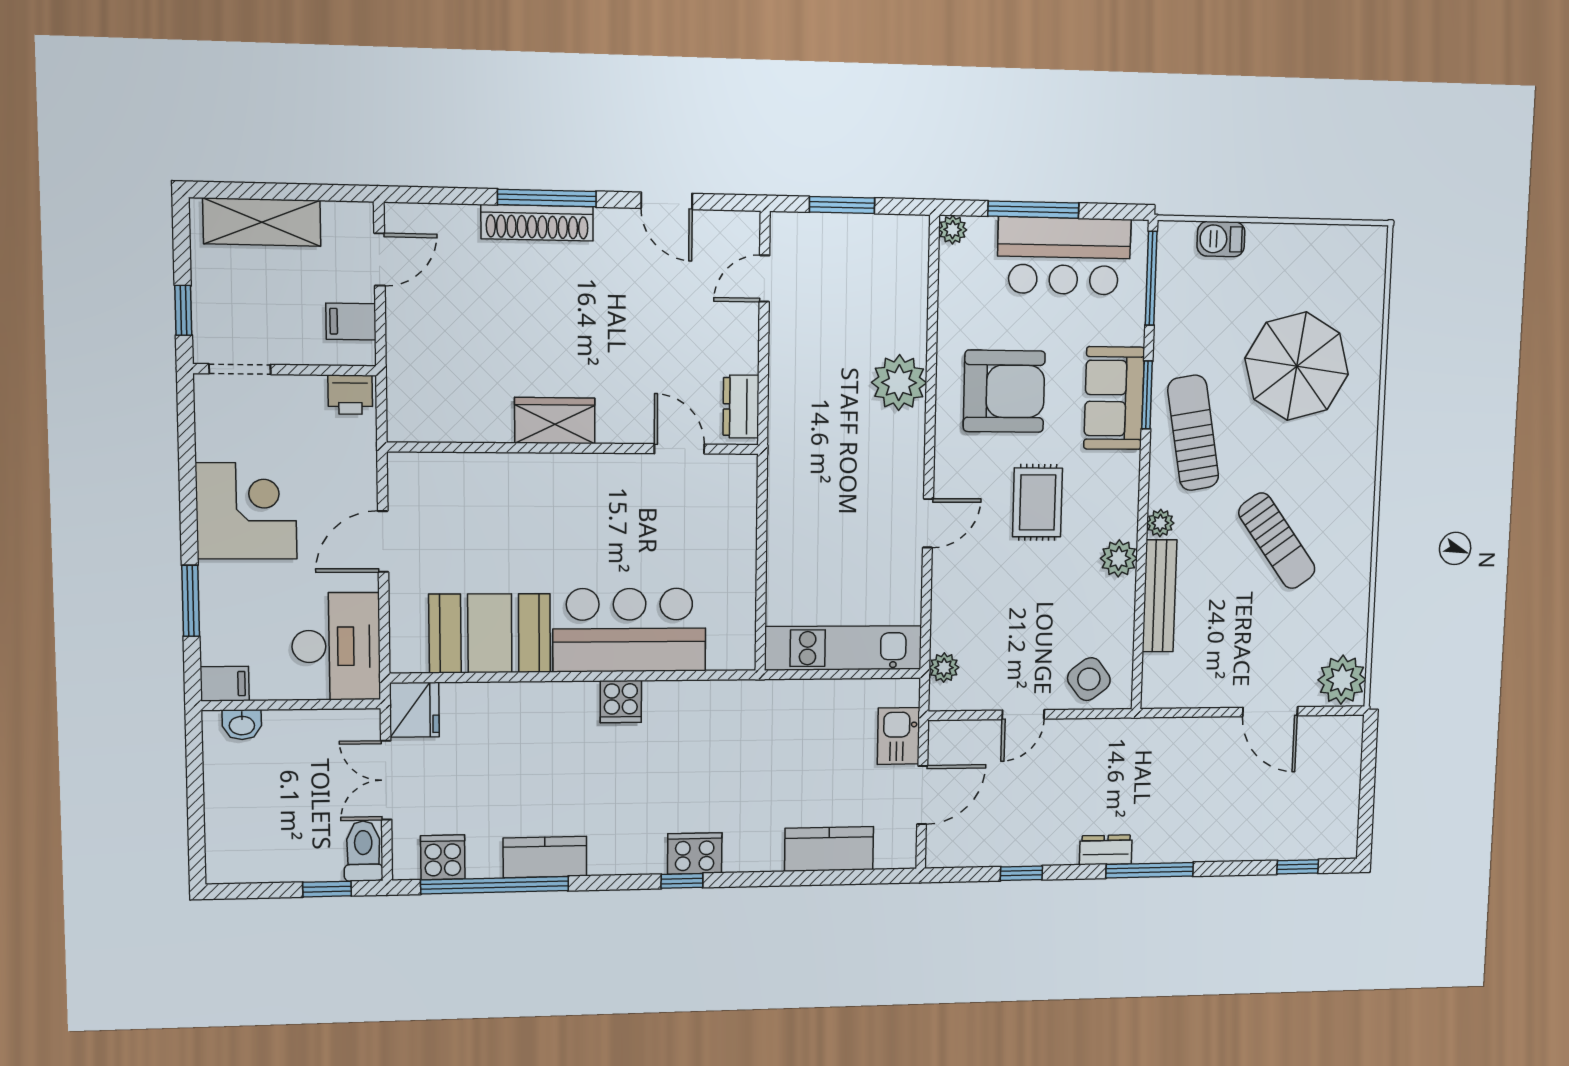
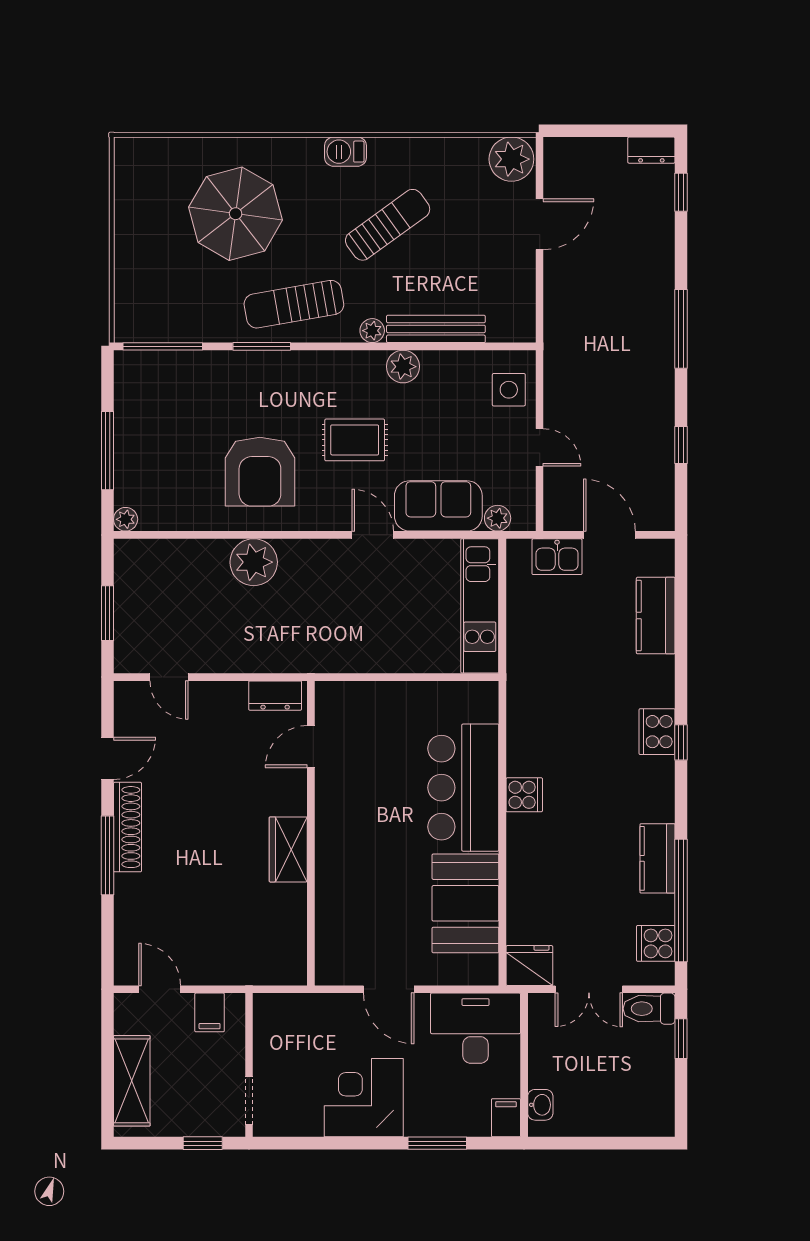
shoe rack: (537, 223) -> (128, 827), moved
barbecue: (1221, 239) -> (346, 152), moved, turned 90
bar counter: (1064, 256) -> (145, 423), removed
armchair: (1004, 391) -> (260, 472), turned 180
printer: (350, 395) -> (269, 1014), removed
sofa: (1114, 398) -> (438, 506), moved, turned 180
side table: (1089, 679) -> (509, 390), turned 37
dresser: (1106, 850) -> (651, 150), moved, turned -90

